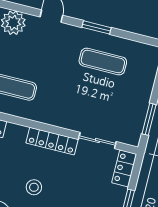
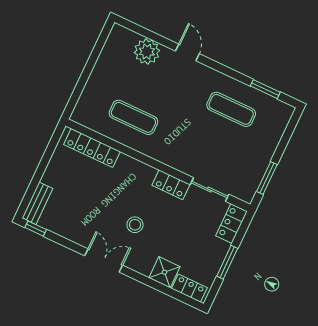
window: (96, 27) -> (265, 89), moved
locker: (52, 141) -> (171, 185), width x0.66

